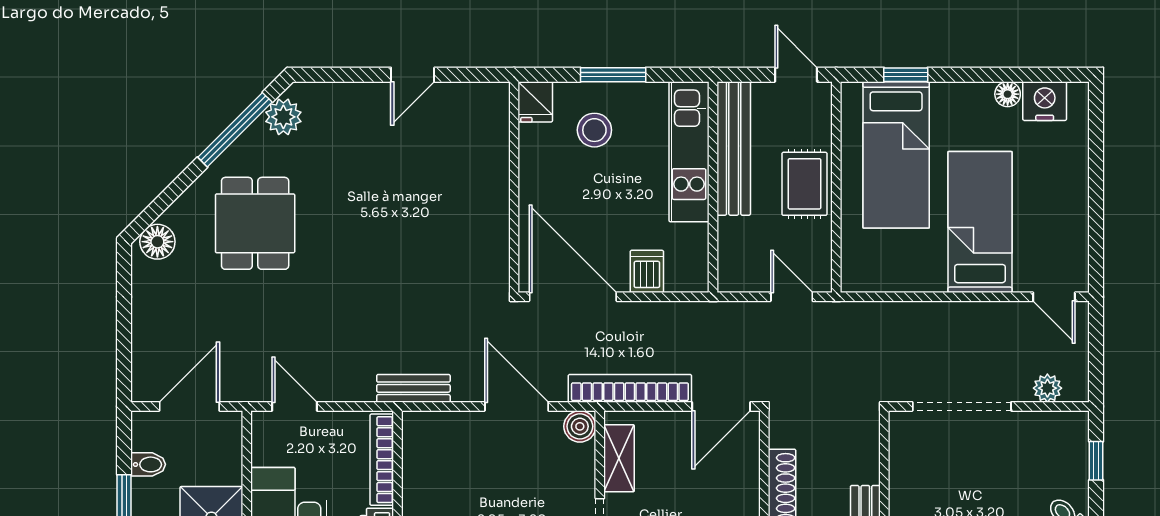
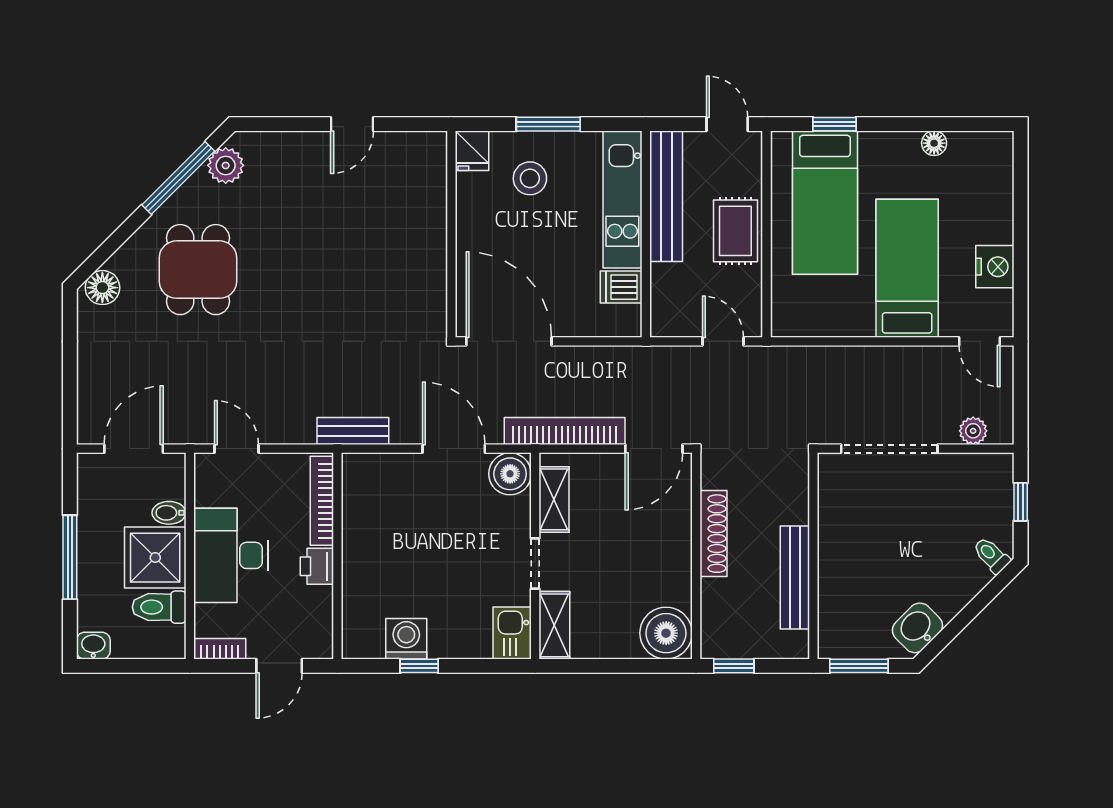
nightstand: (1045, 101) -> (995, 267), moved, turned 90
dishwasher: (647, 271) -> (621, 287), moved, turned -90
boiler: (580, 426) -> (510, 474), width x1.36, depth x1.36
bidet: (148, 464) -> (169, 513), moved, turned 180

